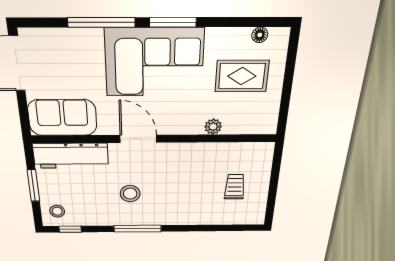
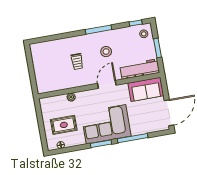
door: (138, 139) -> (107, 84), swing flipped
trolley: (235, 187) -> (77, 61), moved

